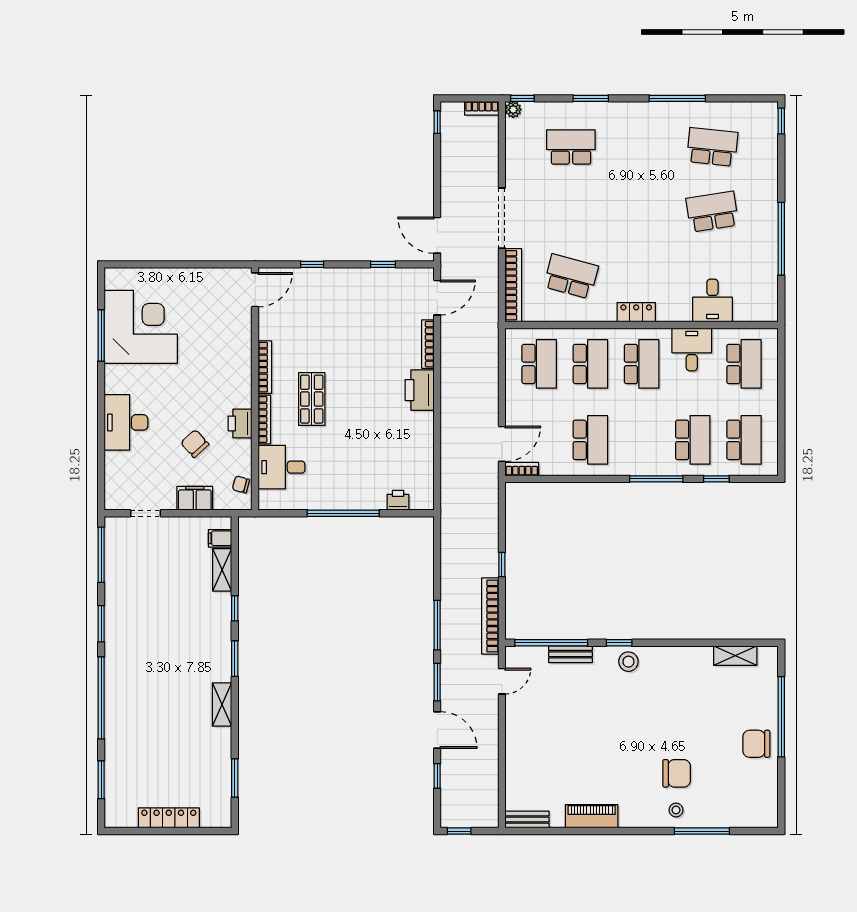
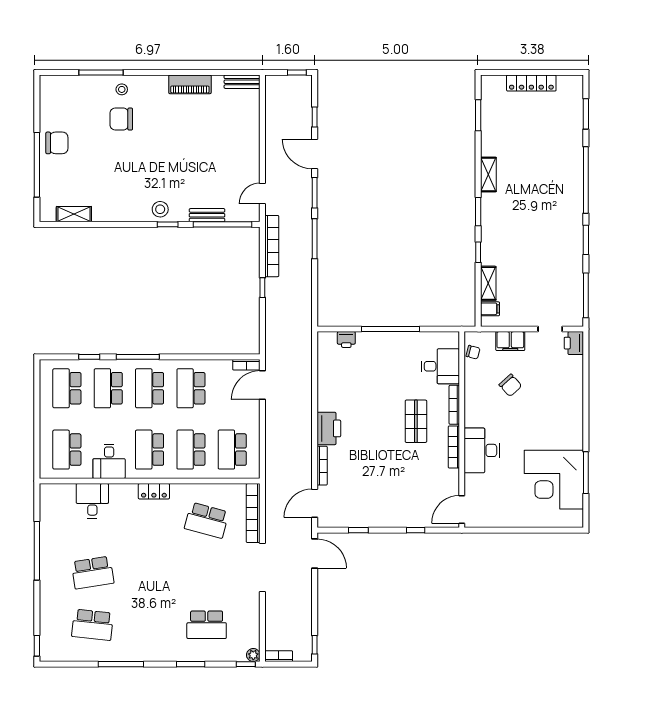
desk: (126, 422) -> (482, 450), moved, turned 180
printer: (240, 424) -> (574, 343), moved, turned 180
school desk: (642, 440) -> (150, 388), added

